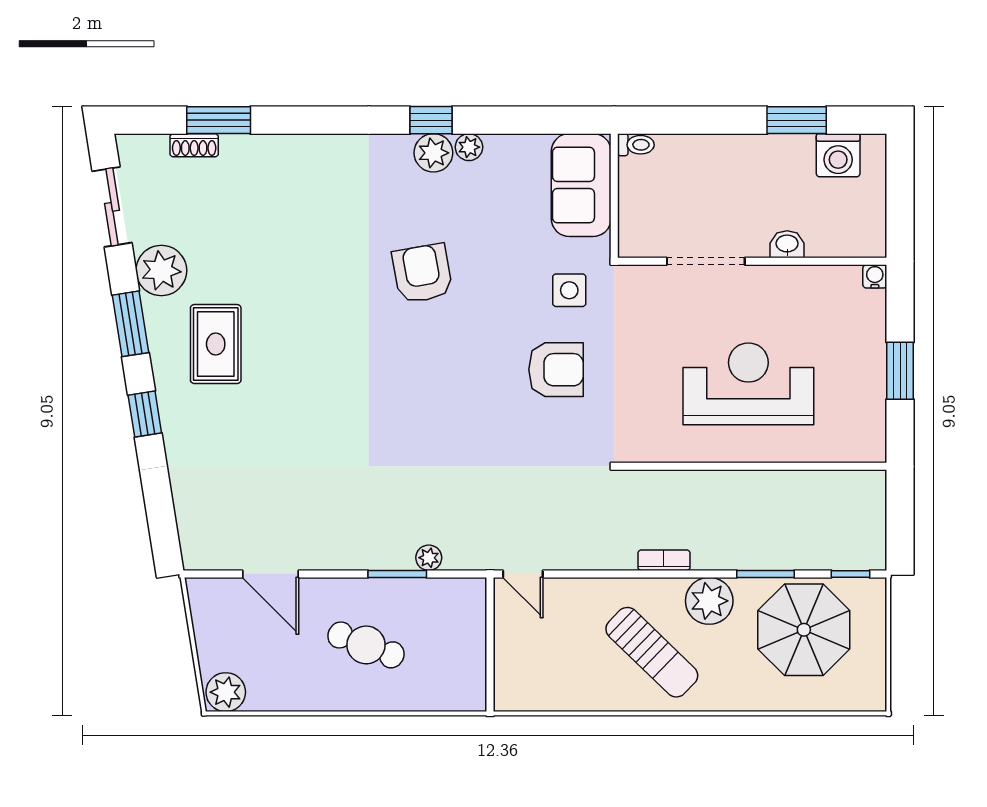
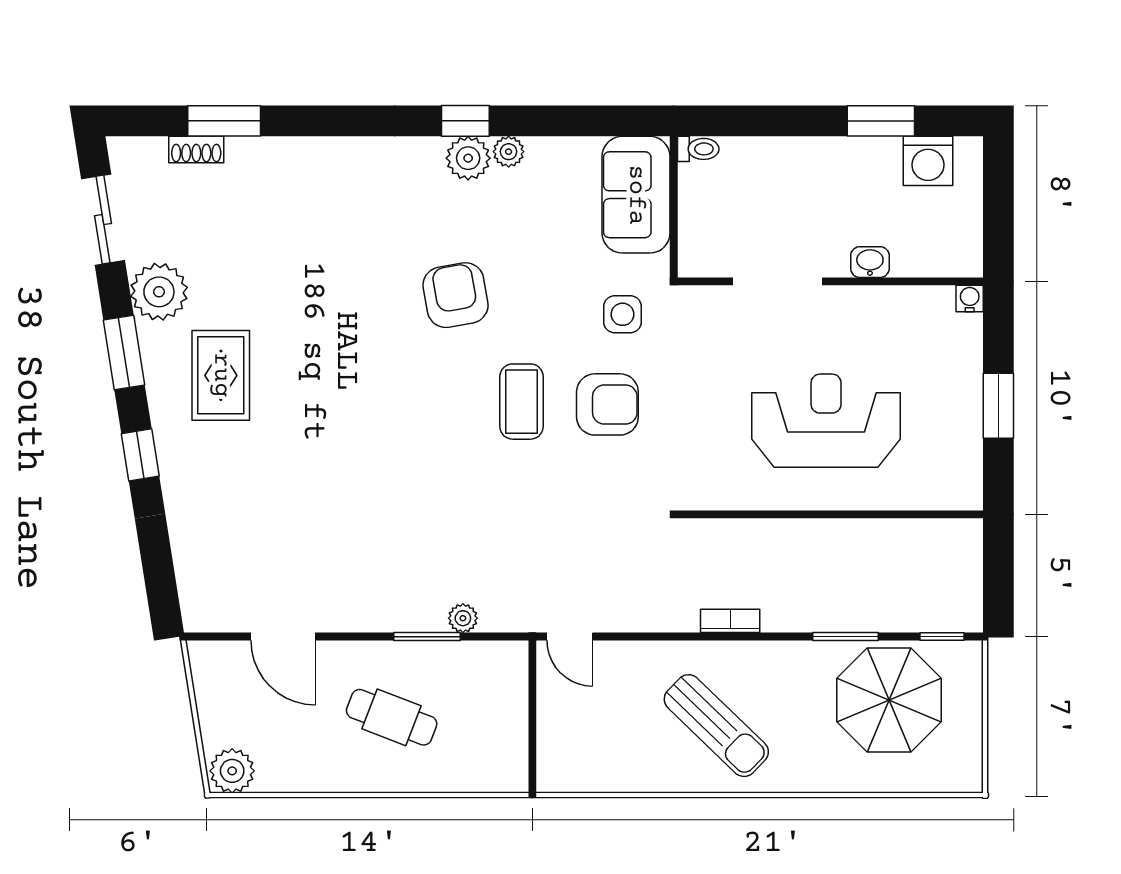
coffee table: (480, 367) -> (522, 402), added
plant: (709, 601) -> (782, 667), removed

